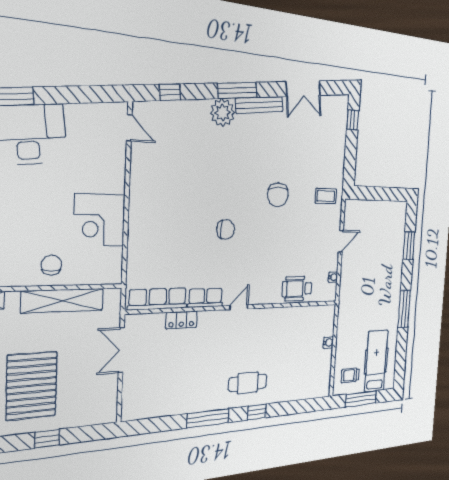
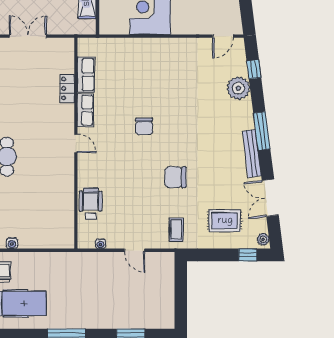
plant: (340, 101) -> (263, 239), added
plant: (223, 113) -> (238, 88), moved
rug: (321, 142) -> (225, 221), added
row of seats: (158, 299) -> (86, 75), width x0.68
water cooler: (328, 343) -> (12, 243), moved
double door: (121, 350) -> (28, 36), moved

